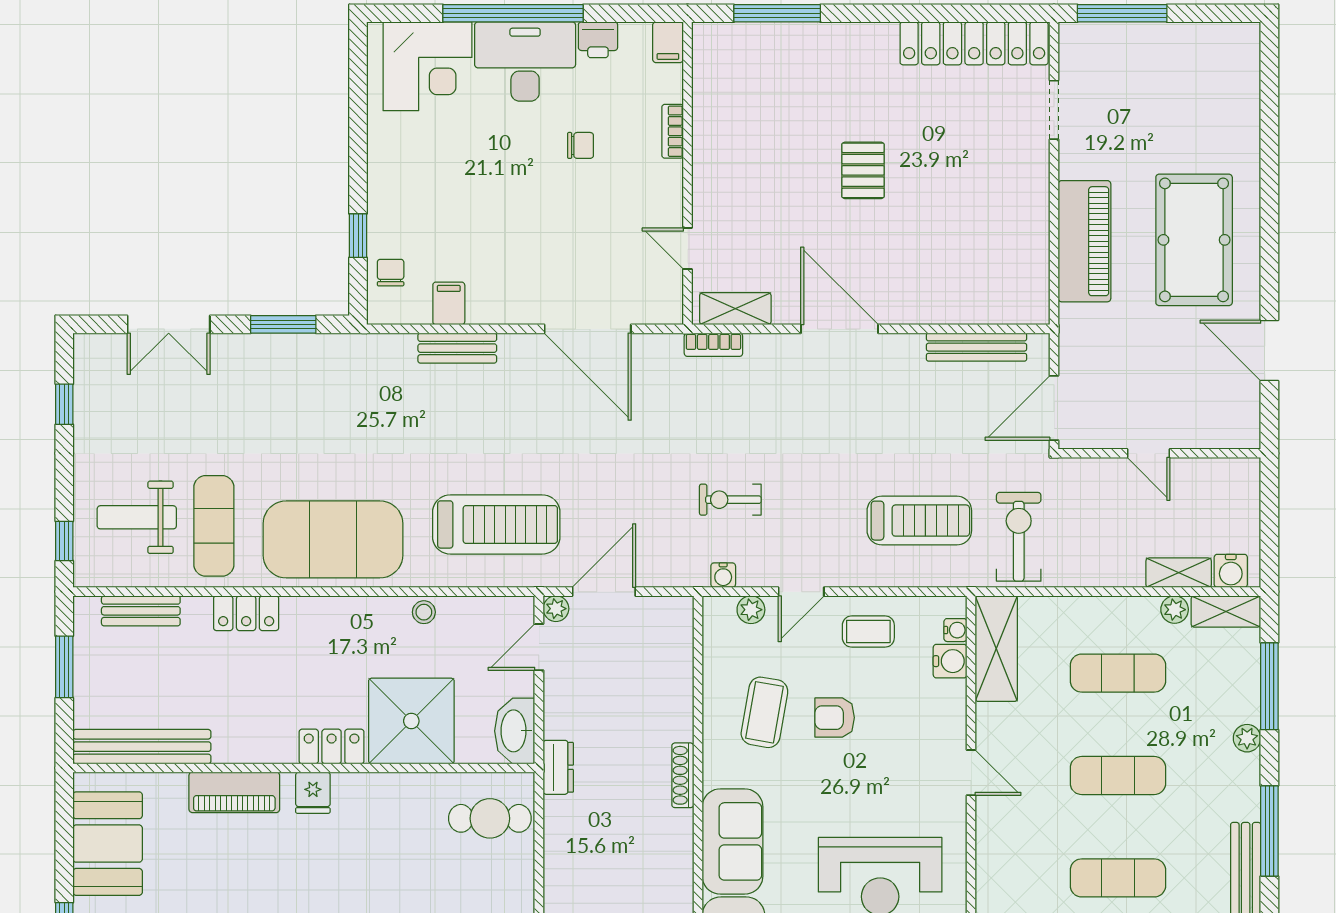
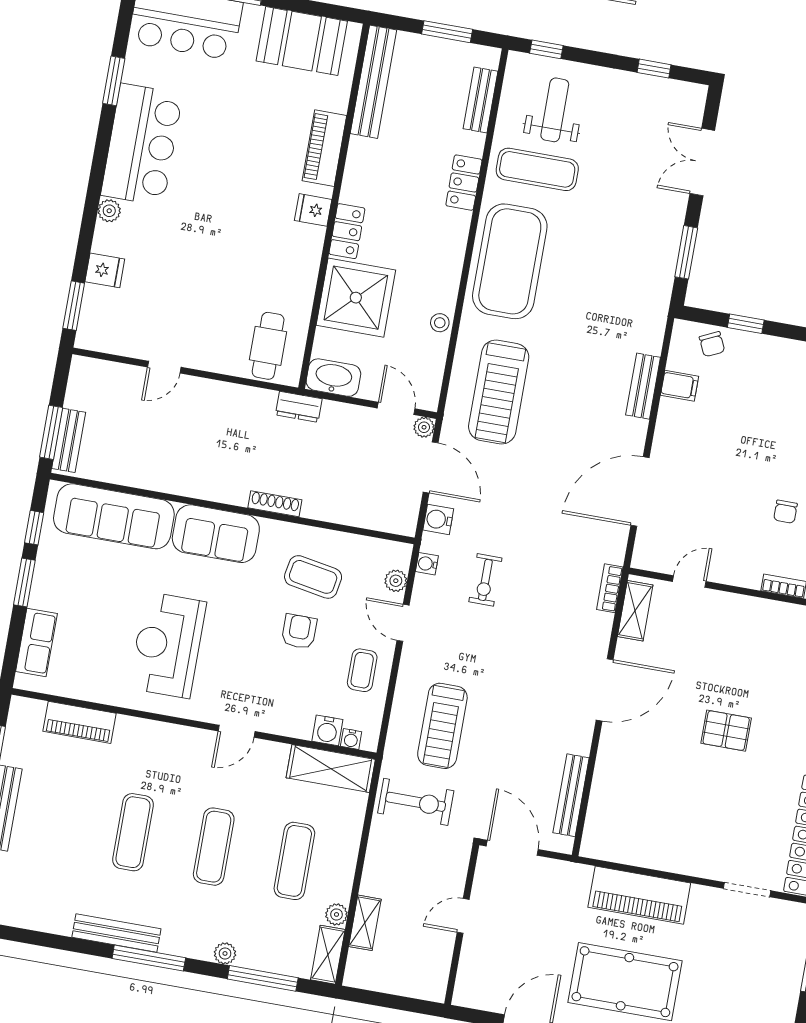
chair: (391, 273) -> (712, 344), turned 65
exercise bike: (730, 500) -> (485, 580), turned 180
water cooler: (1231, 571) -> (438, 519), moved

